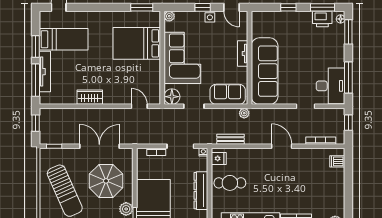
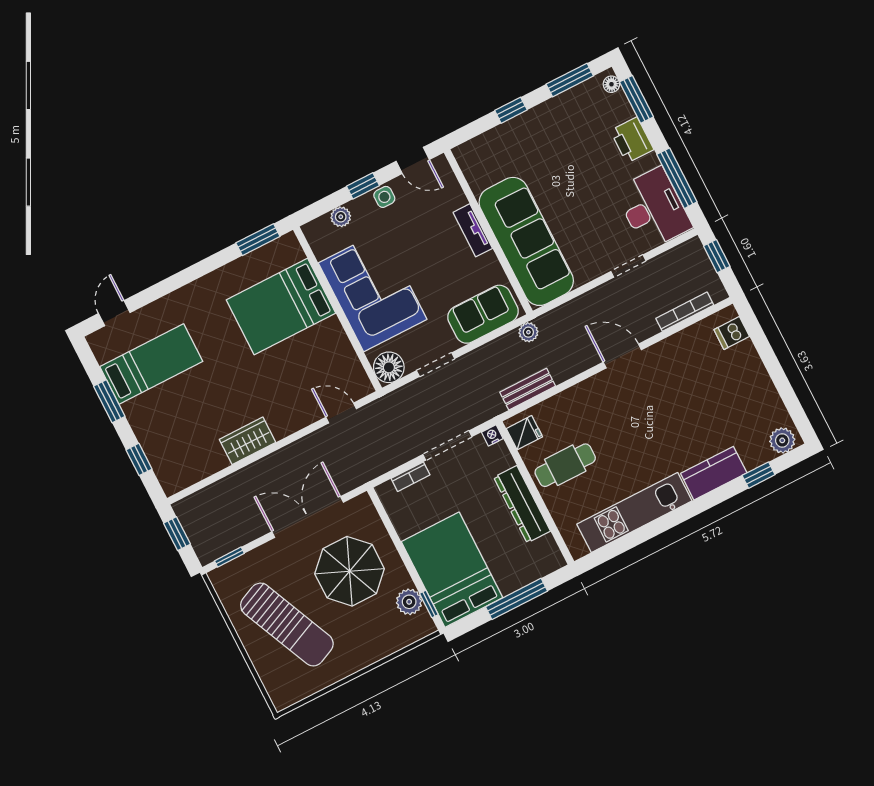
plant: (169, 16) -> (341, 217), moved
printer: (322, 19) -> (632, 140), moved, turned 90
tv unit: (45, 72) -> (147, 436), removed
window: (36, 80) -> (139, 459), width x0.46

